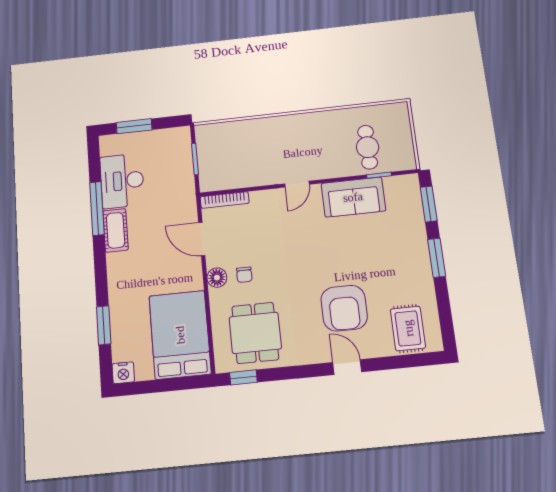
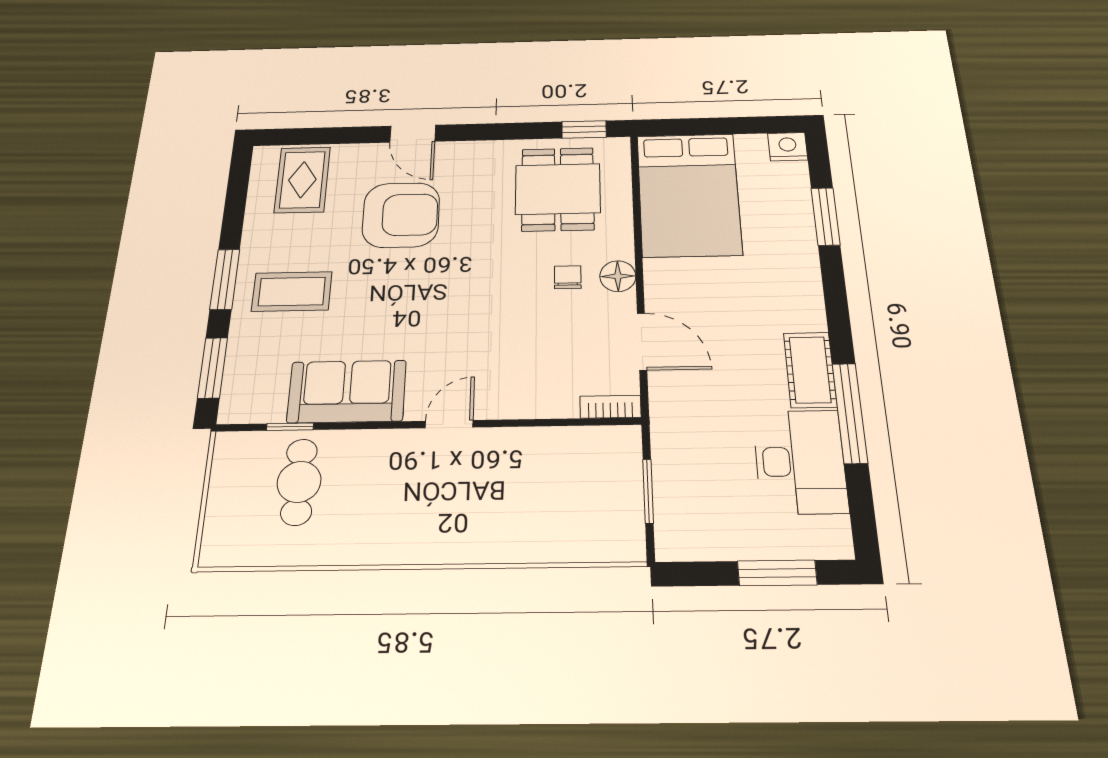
bookcase: (225, 200) -> (610, 407), width x0.64
coffee table: (397, 253) -> (292, 291), added
armchair: (344, 308) -> (401, 215), turned 90

